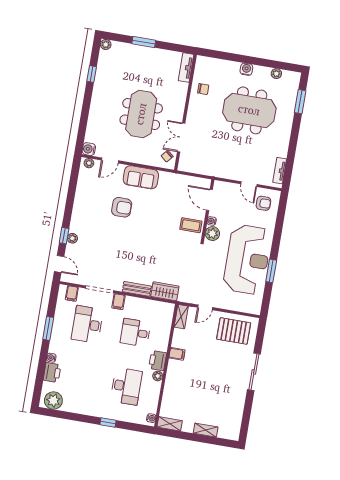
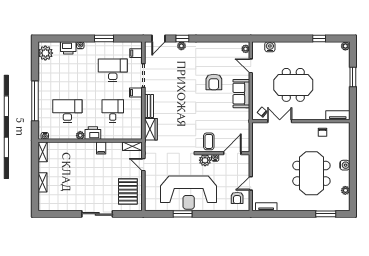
water cooler: (89, 149) -> (270, 47), moved
desk: (126, 386) -> (67, 111), turned 180
window: (108, 423) -> (35, 101), width x3.17

